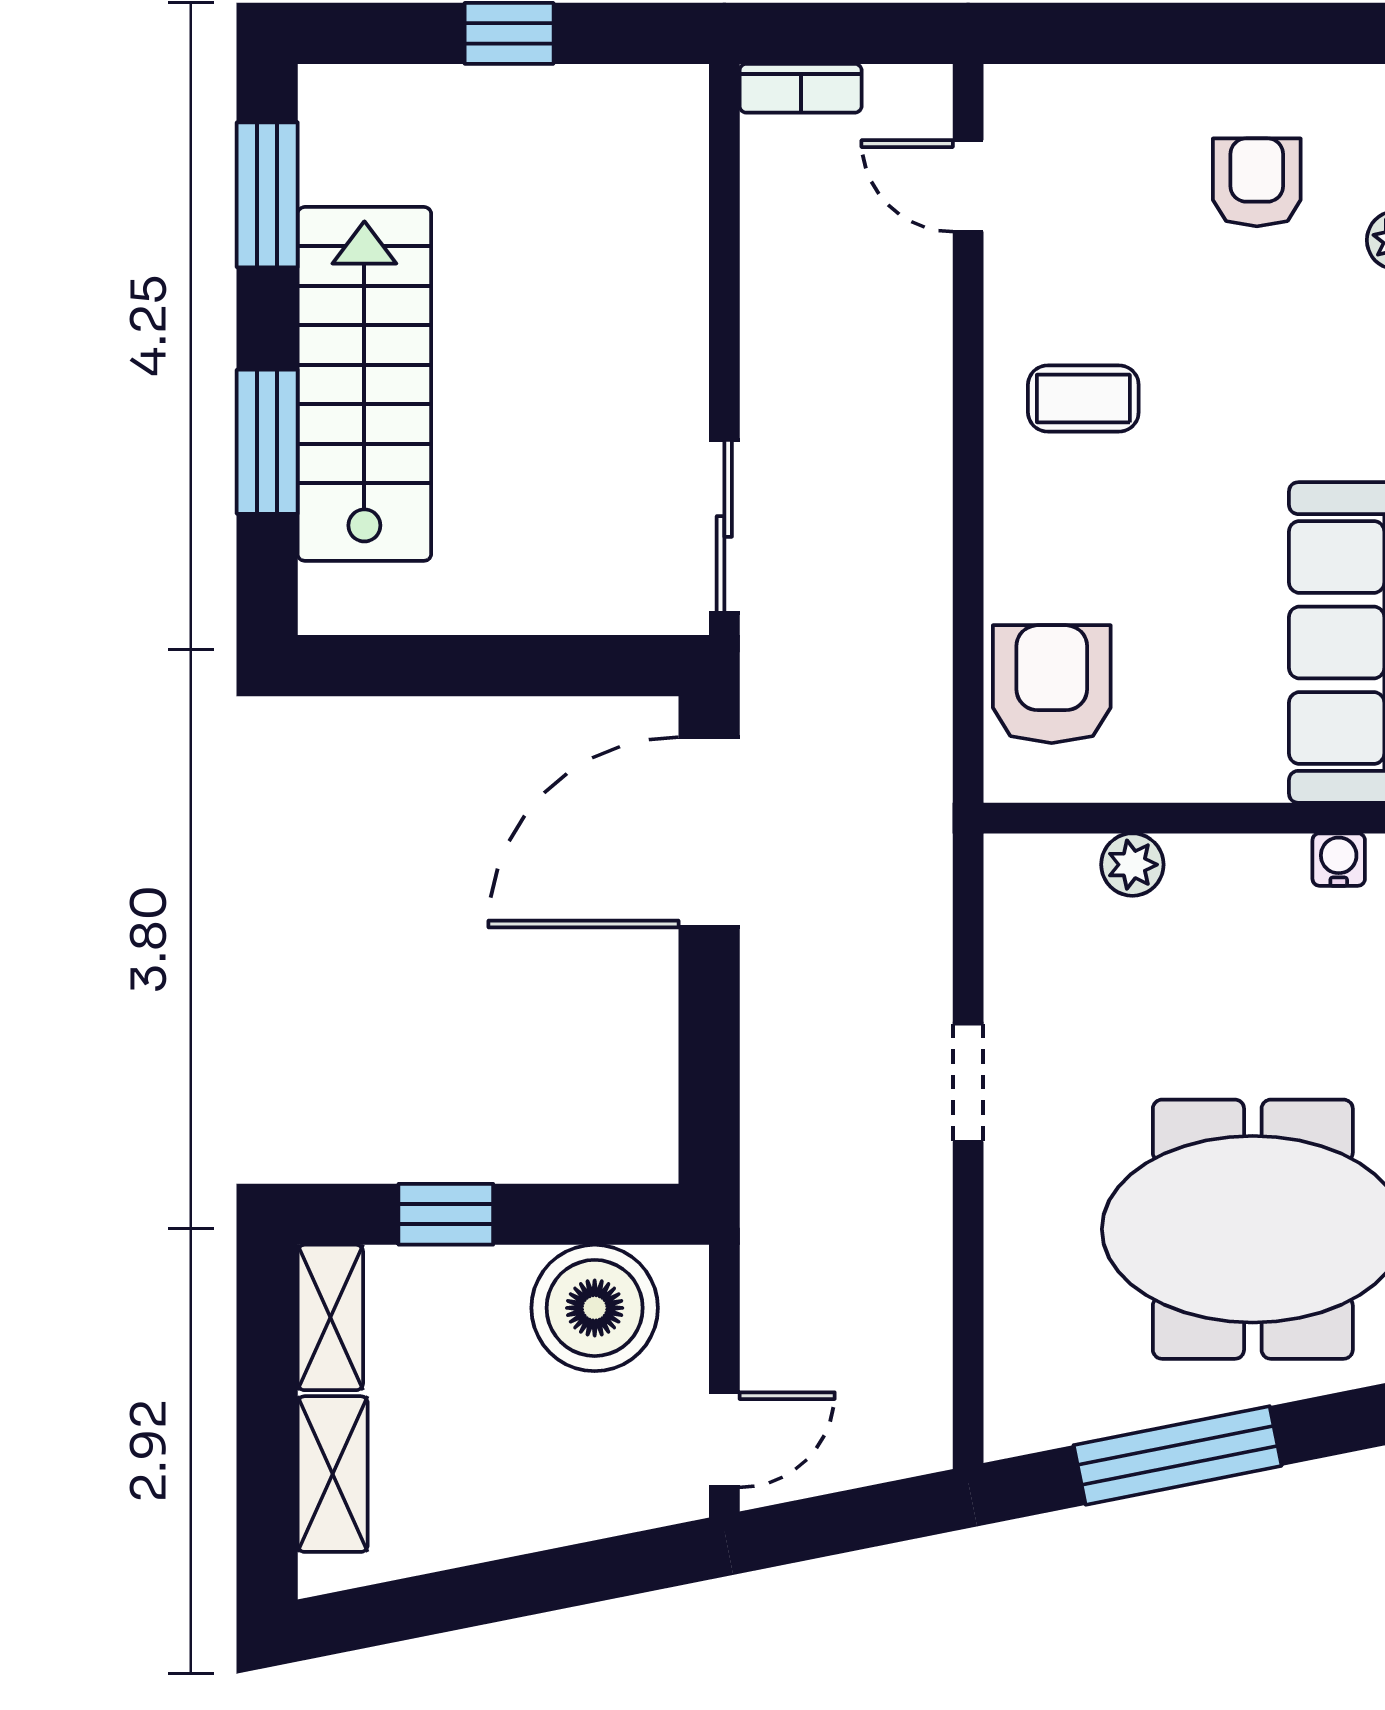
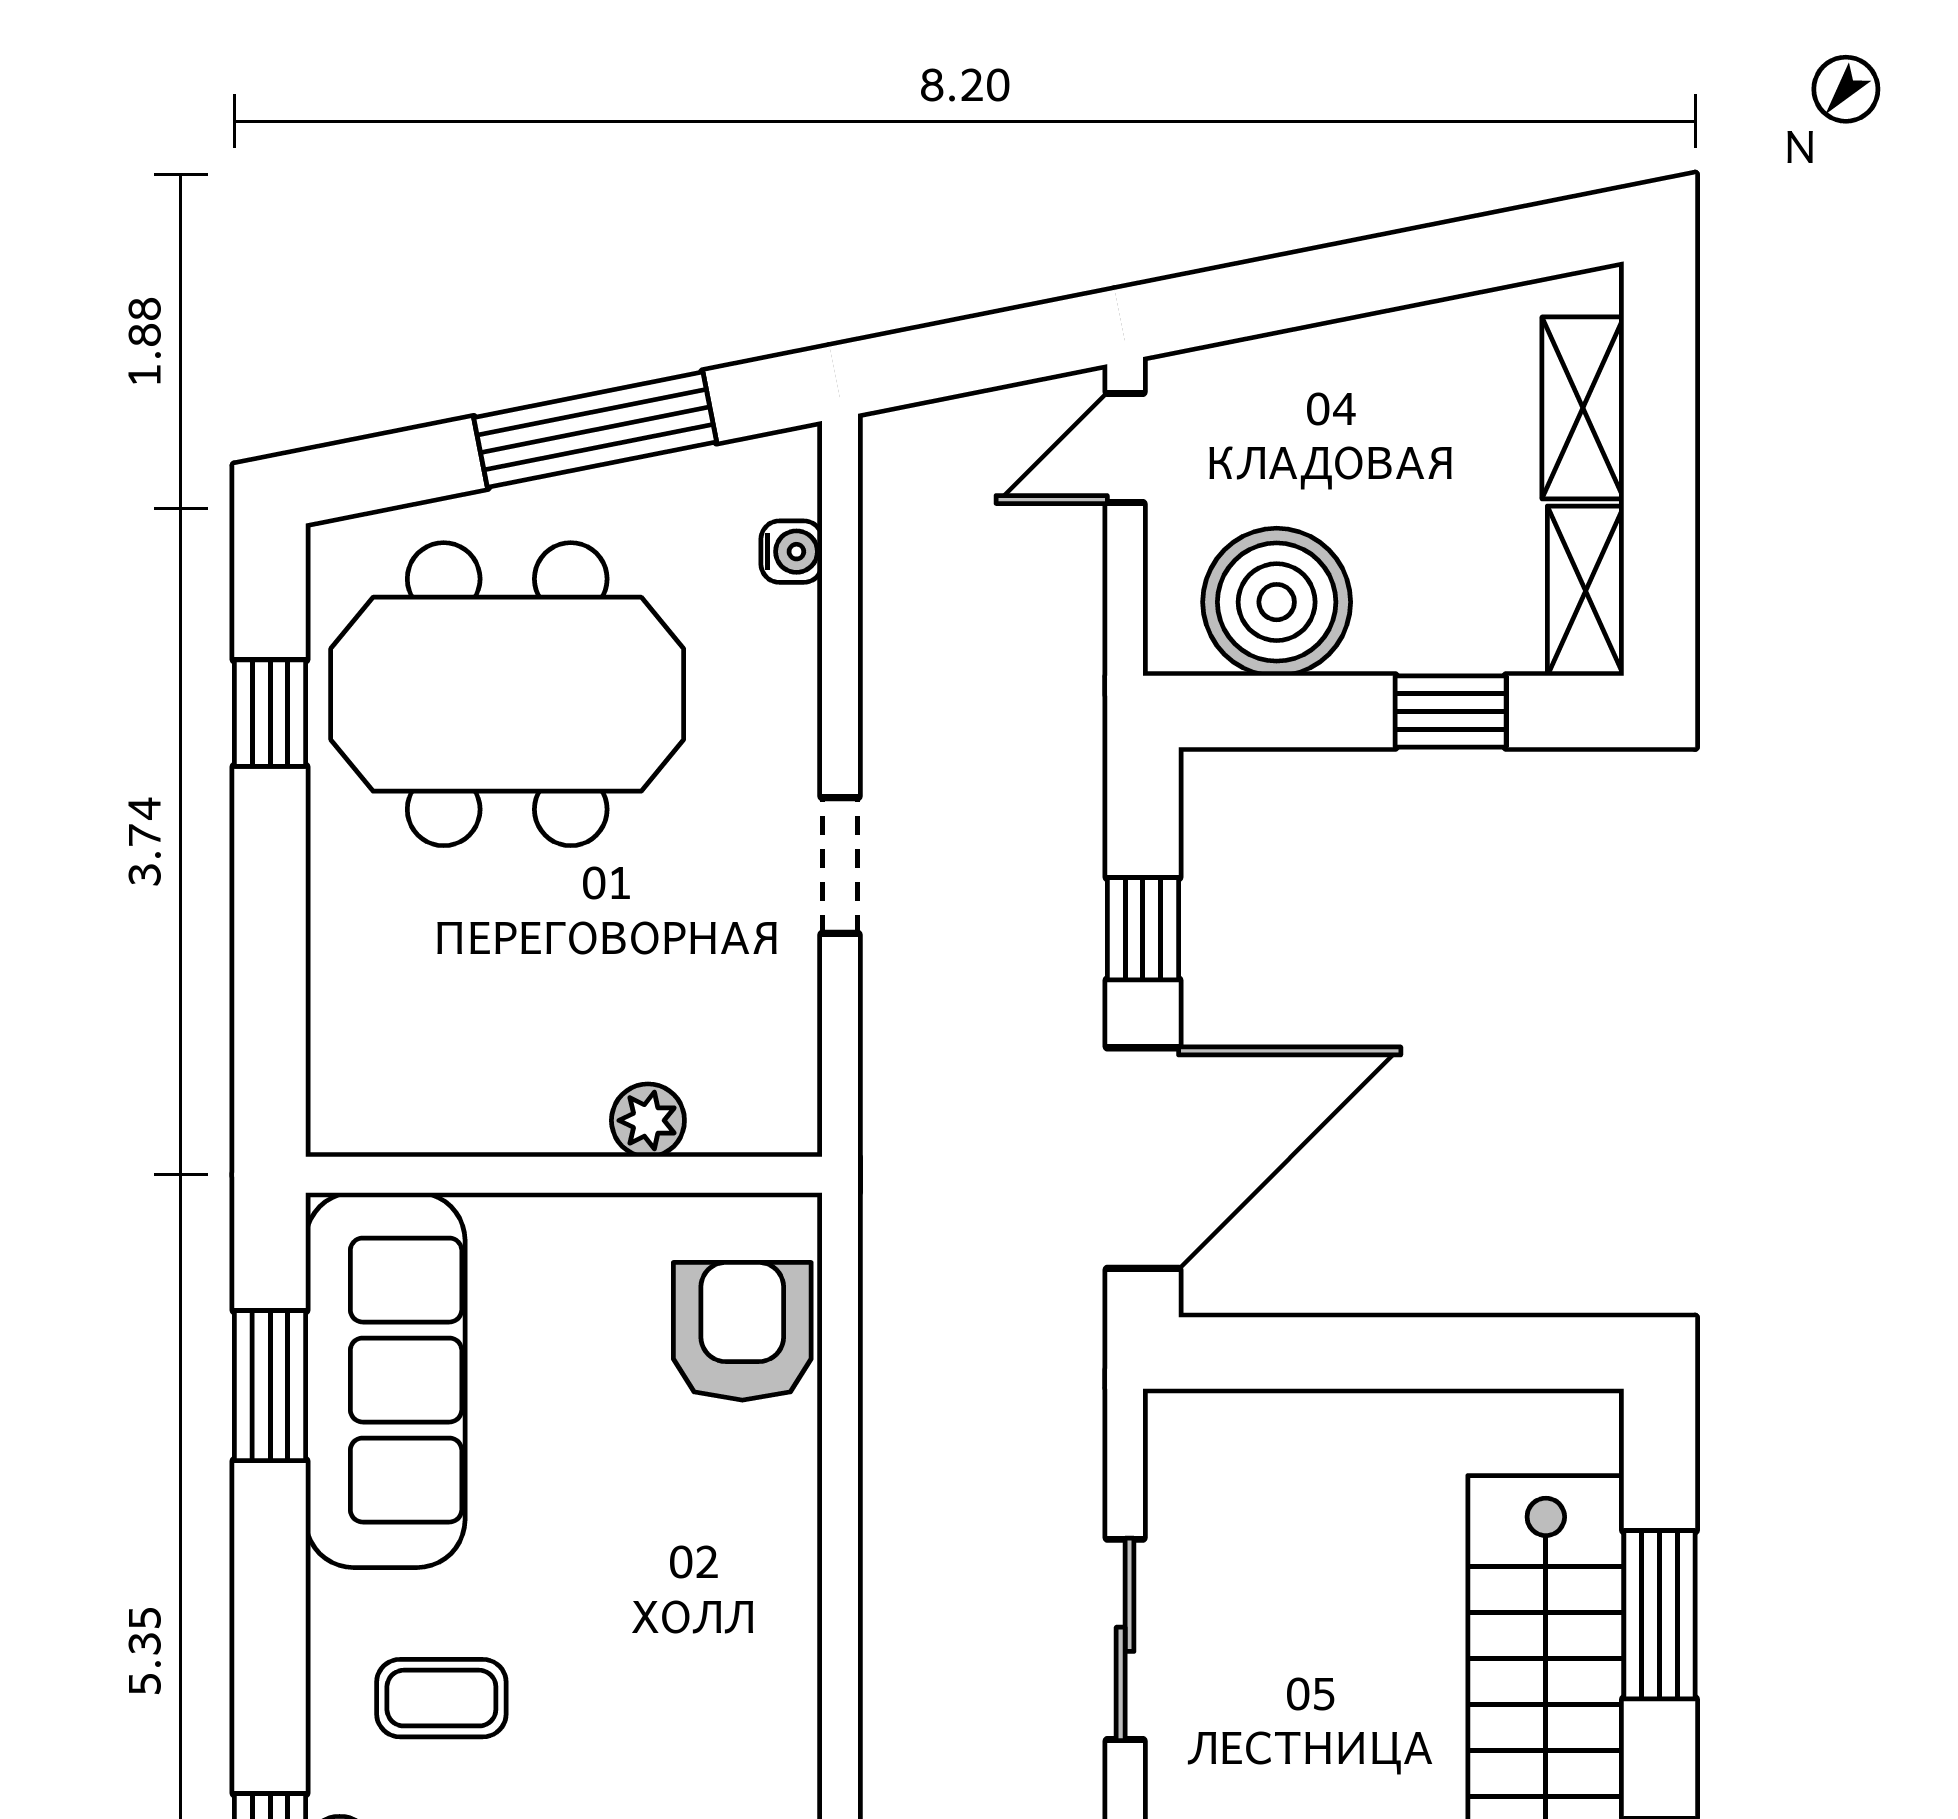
coffee table: (1083, 399) -> (441, 1698), moved
sliding door: (724, 526) -> (1125, 1639), moved
armchair: (1052, 684) -> (742, 1331), turned 180
water cooler: (1339, 860) -> (792, 552), moved, turned -90
window: (709, 1029) -> (1143, 929), added

